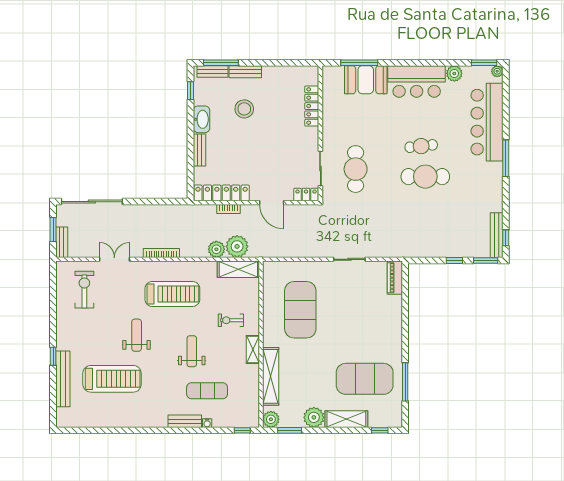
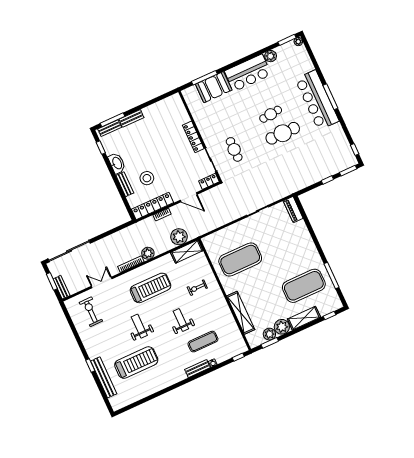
locker: (312, 106) -> (193, 137), moved
stool: (244, 109) -> (147, 178), moved
bar counter: (487, 122) -> (317, 100), moved
cafe table: (356, 169) -> (234, 149), width x0.73, depth x0.74
bench: (497, 235) -> (348, 150), removed
plant: (216, 249) -> (148, 253), moved
exercise mat: (300, 310) -> (240, 260), turned 90
shelving: (253, 349) -> (221, 300), removed
plant: (271, 419) -> (269, 334), moved

